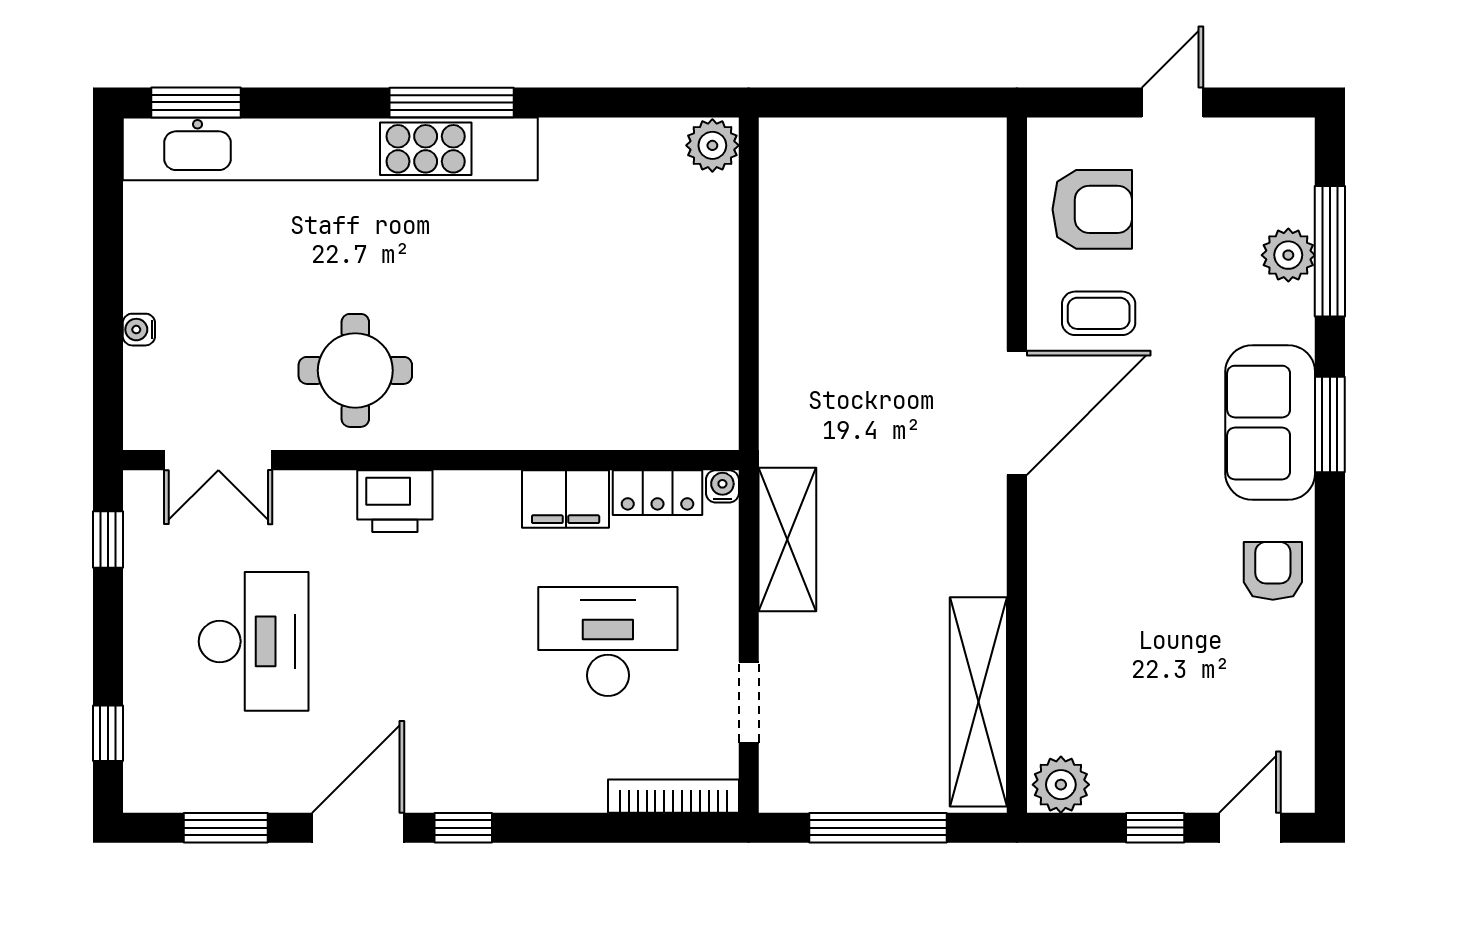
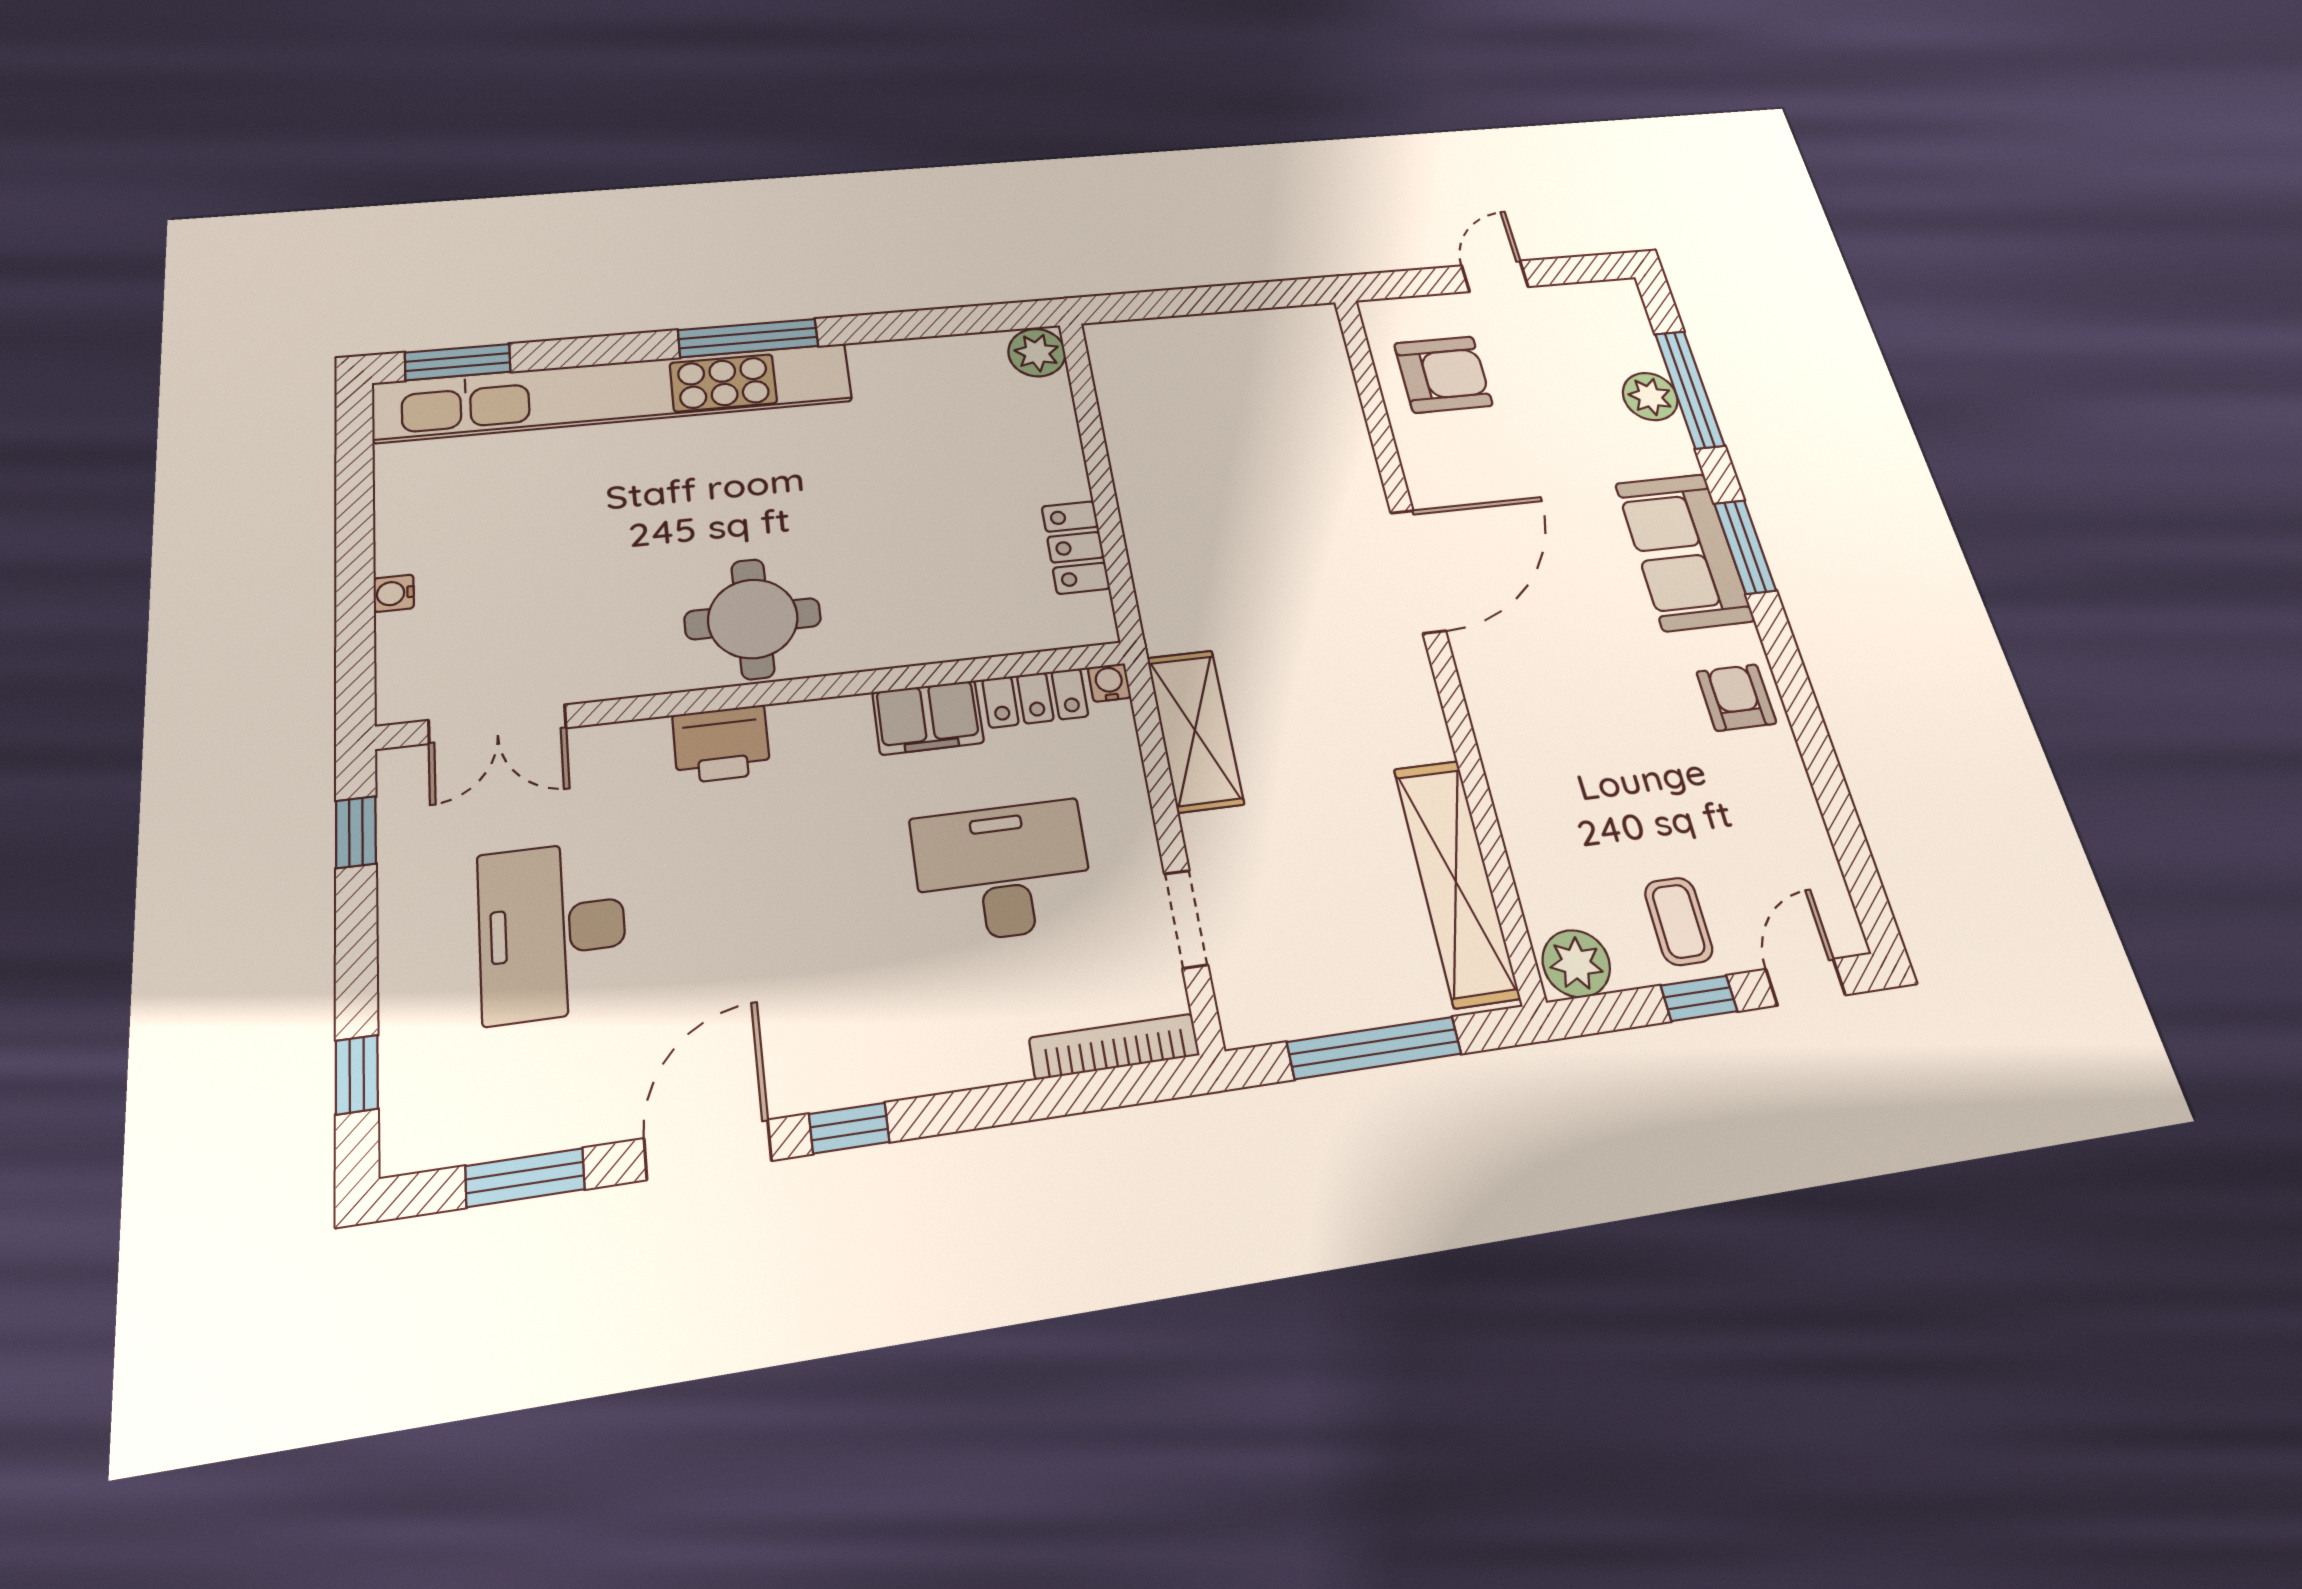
coffee table: (1099, 313) -> (1679, 921), moved, turned 90
locker: (715, 353) -> (1076, 547), added
round table: (355, 370) -> (753, 619), moved
desk: (254, 641) -> (552, 931), turned 180

